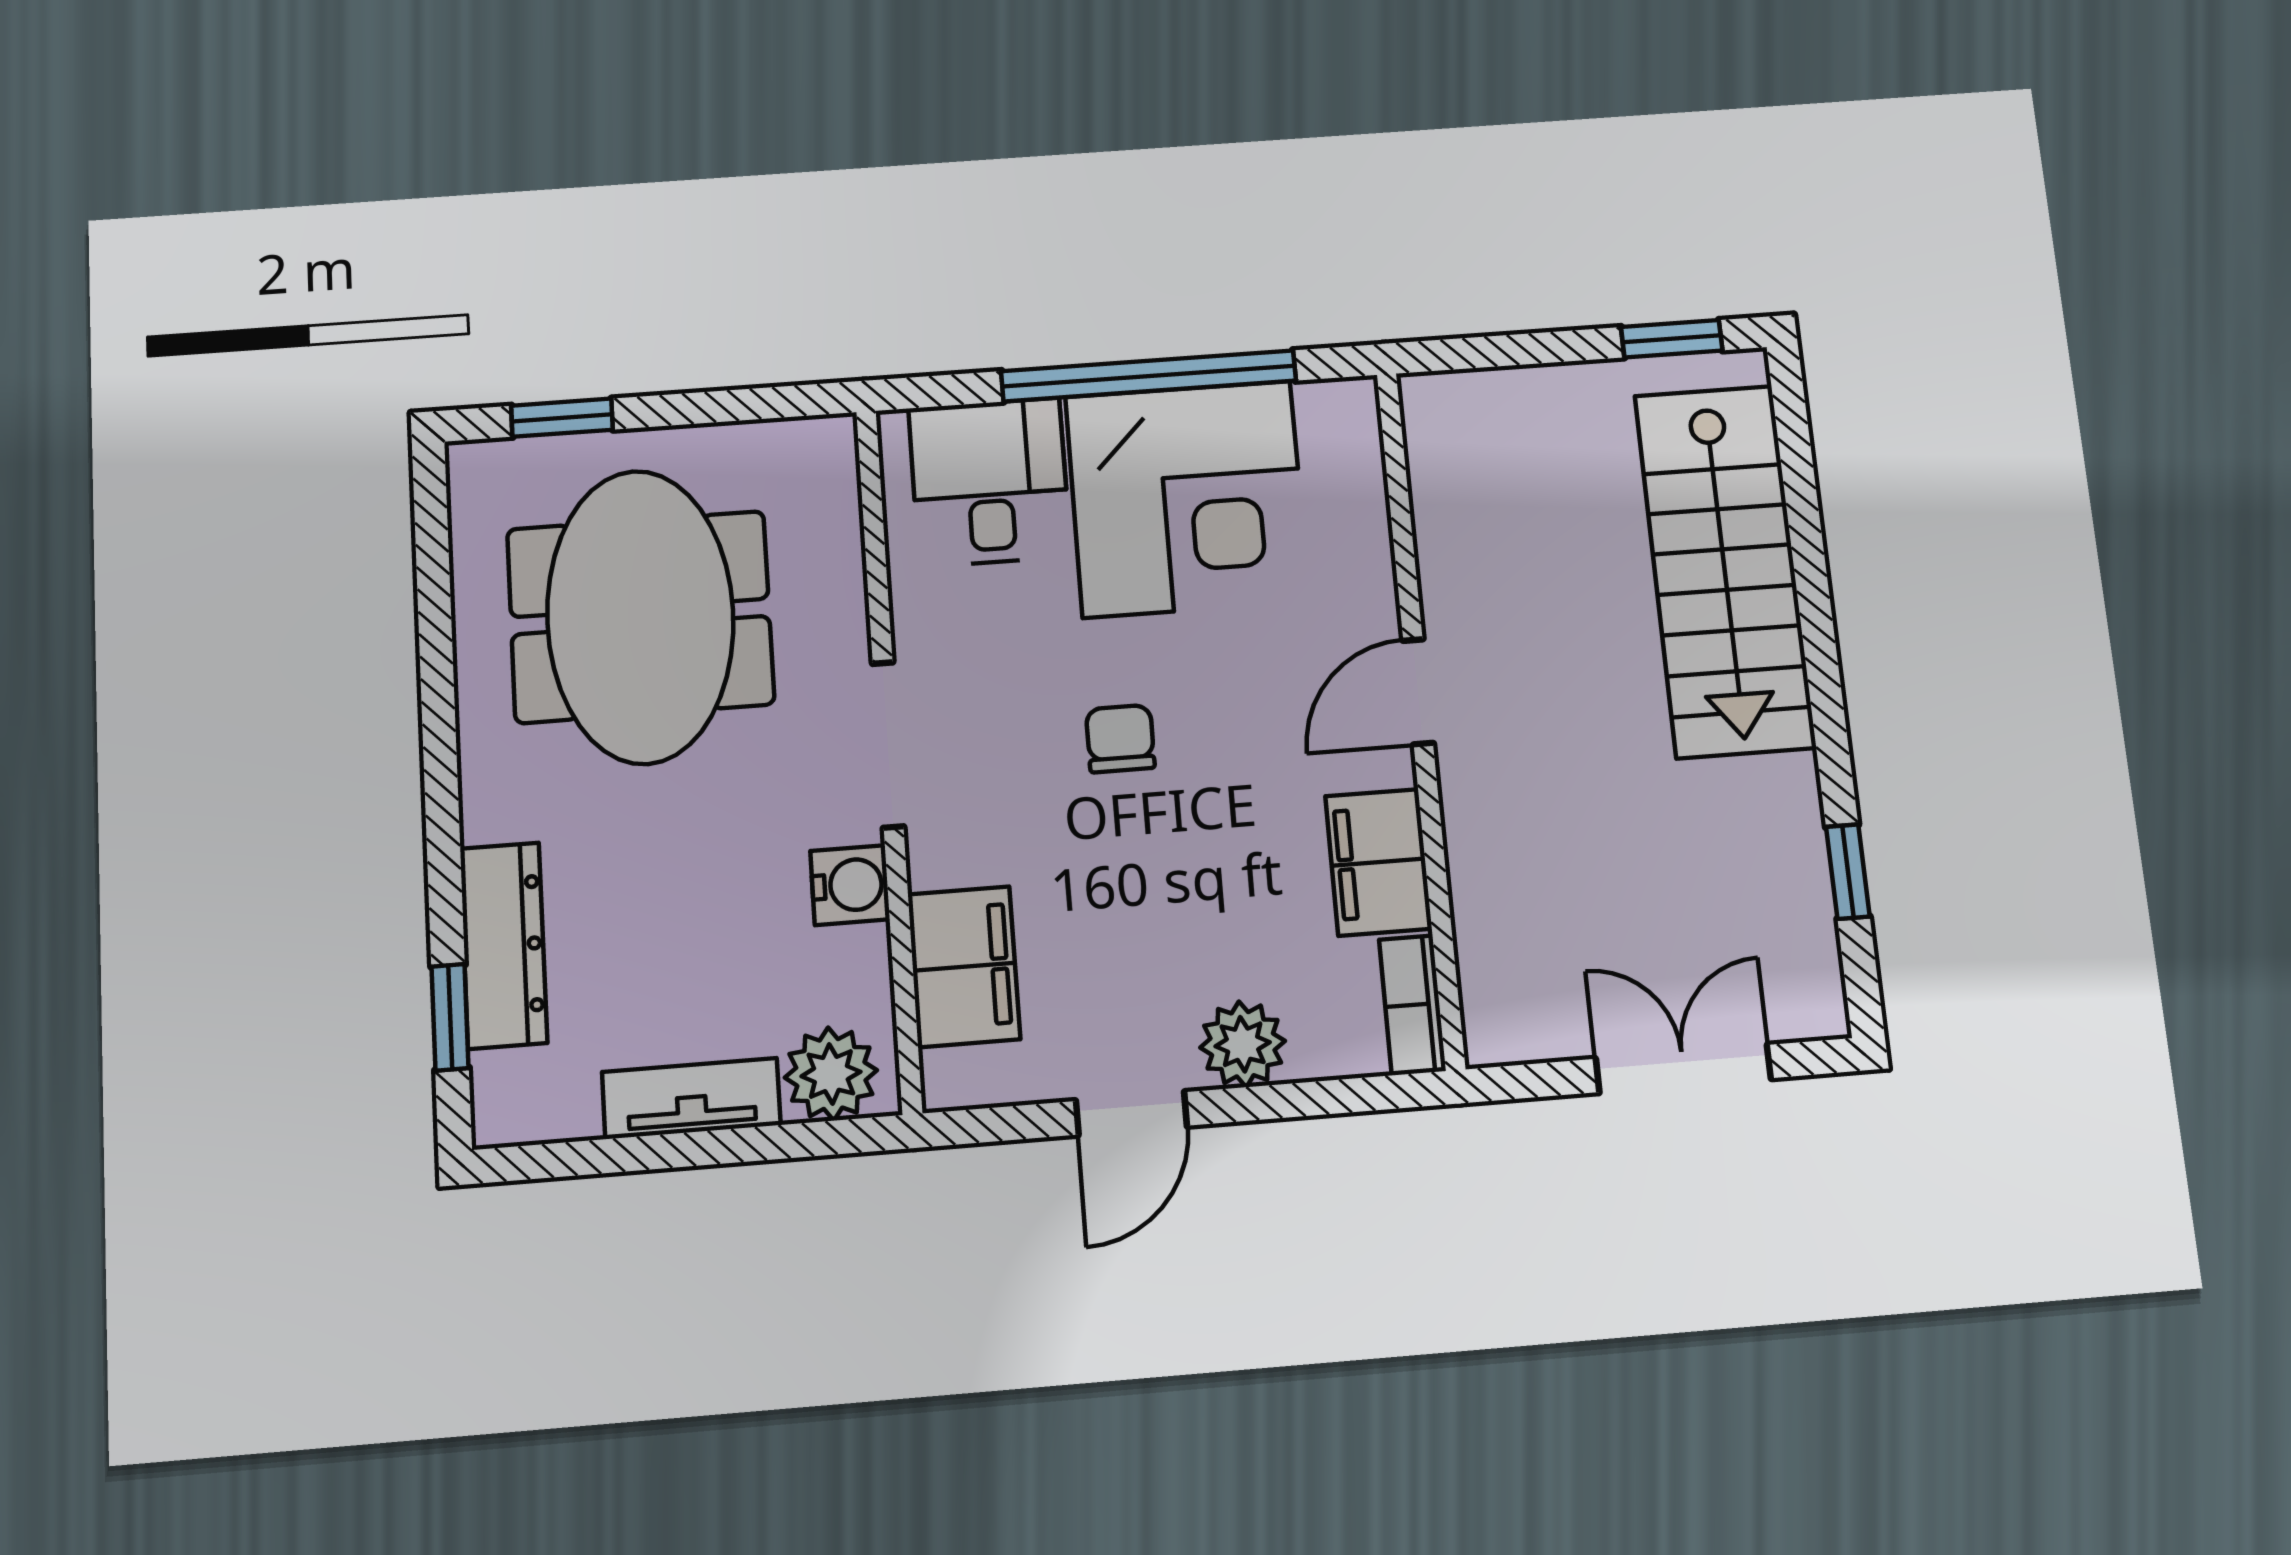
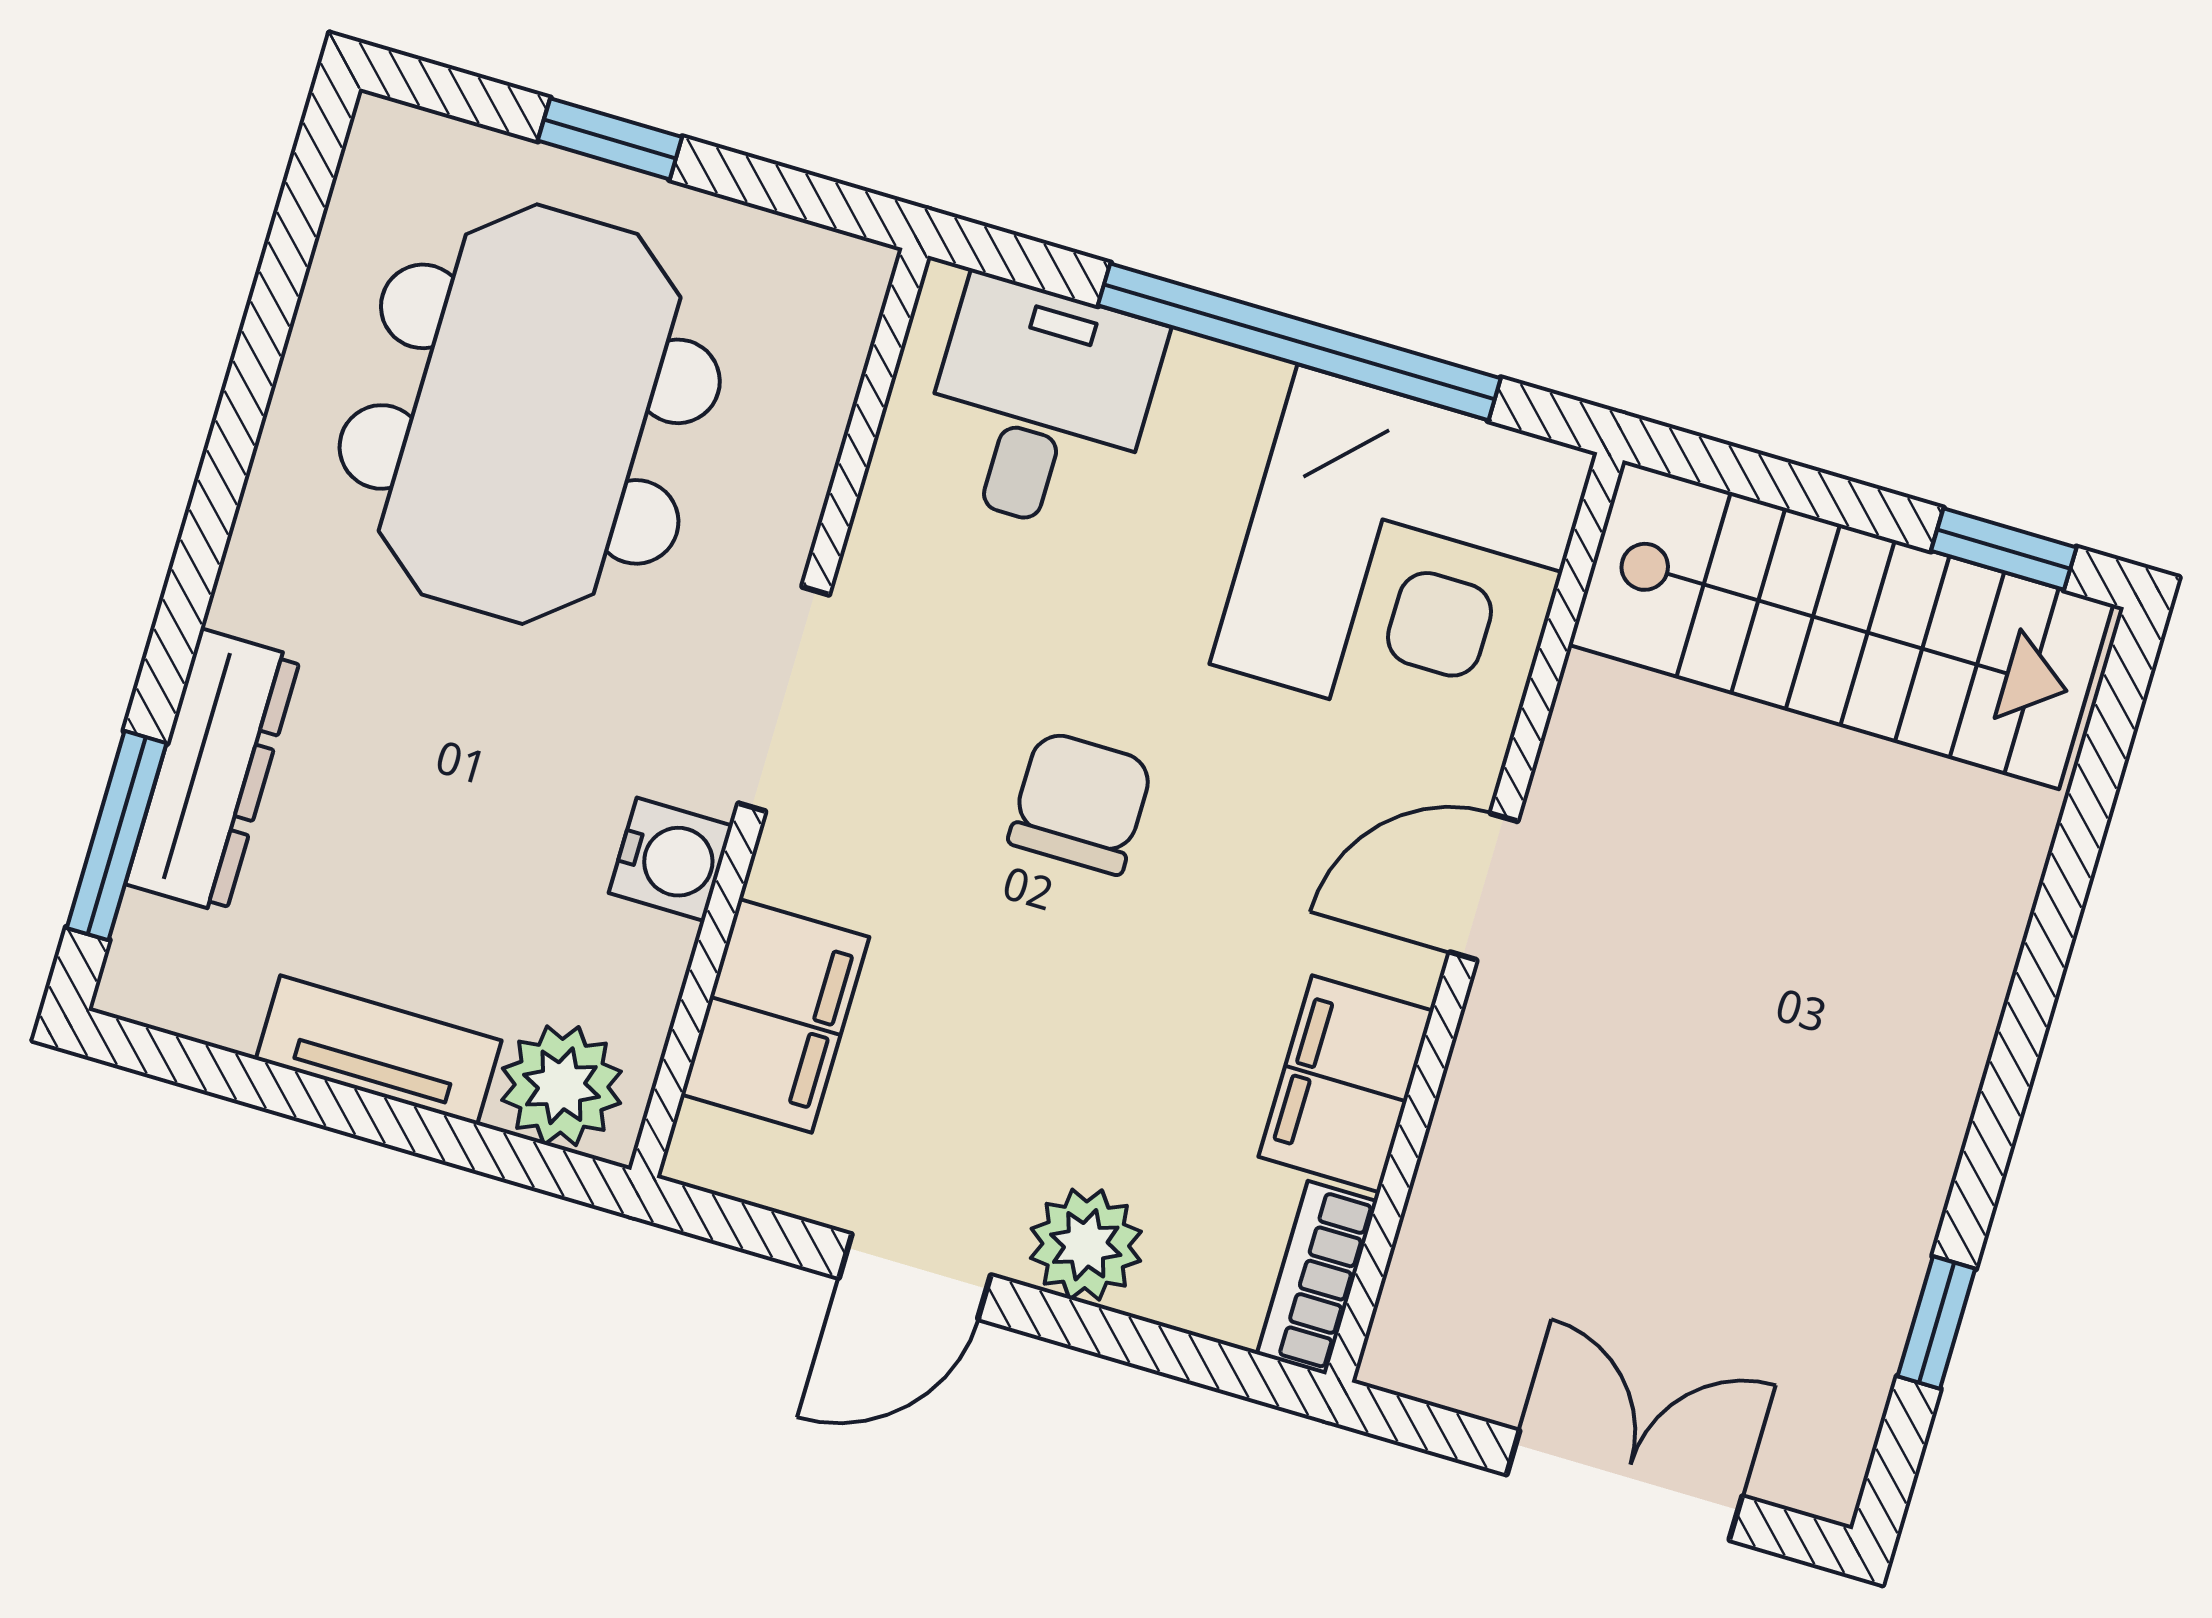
window: (562, 418) -> (610, 139), moved
corner desk: (1187, 499) -> (1404, 558), moved
stairs: (1725, 570) -> (1841, 625), moved, turned -90
chair: (1120, 739) -> (1081, 803), width x1.37, depth x1.37
window: (450, 1017) -> (117, 836), width x1.50

